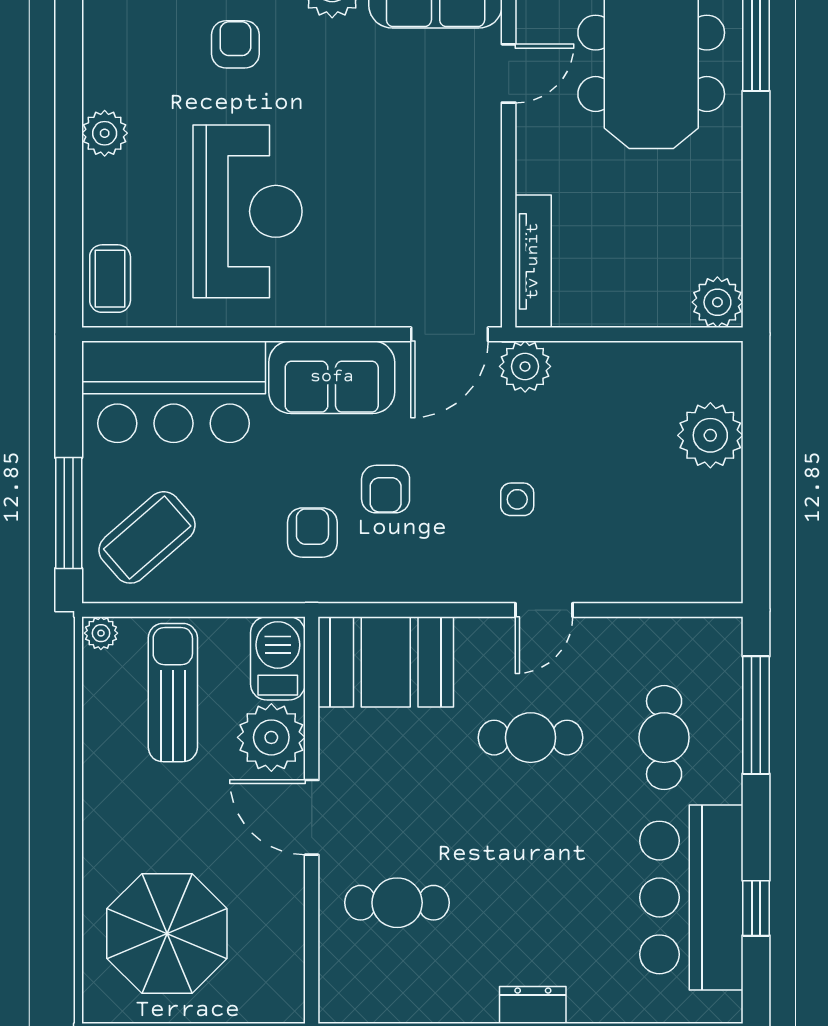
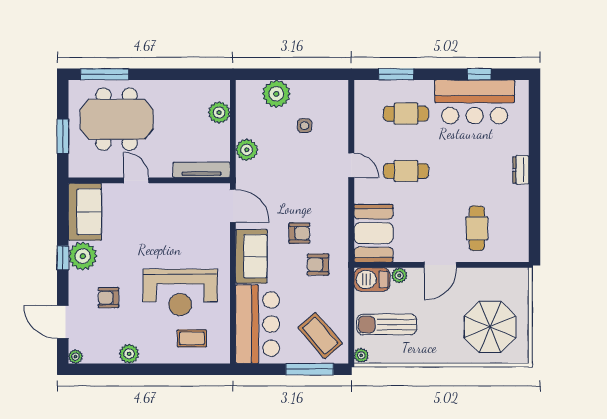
door: (509, 73) -> (136, 180), moved
plant: (105, 133) -> (129, 354), moved
reception desk: (248, 211) -> (180, 292), turned 180
coffee table: (110, 279) -> (192, 338), moved
plant: (717, 302) -> (219, 112), moved
plant: (525, 366) -> (247, 150), moved
side table: (517, 499) -> (305, 126), moved
window: (756, 715) -> (396, 74), width x0.69
plant: (271, 737) -> (399, 275), width x0.53, depth x0.53
cafe table: (531, 738) -> (406, 171), turned 90

